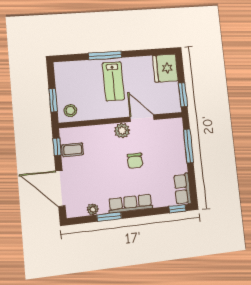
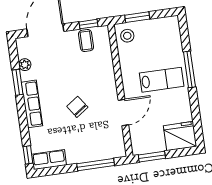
lab bench: (113, 81) -> (162, 80), turned 180
plant: (122, 131) -> (109, 92), removed
chair: (135, 161) -> (77, 107), turned 55

